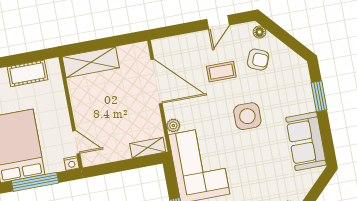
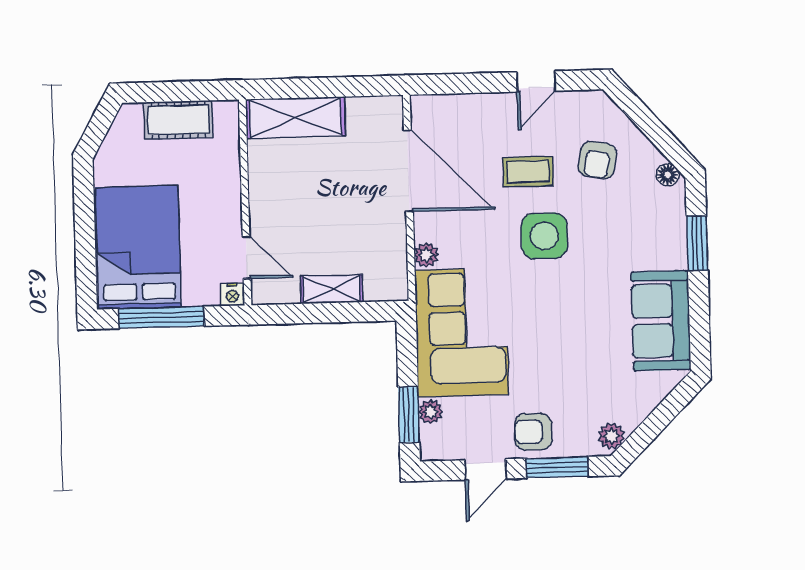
floor lamp: (260, 32) -> (668, 175), moved
armchair: (258, 60) -> (597, 160), turned 77
side table: (247, 116) -> (544, 236), moved
shelving: (148, 148) -> (332, 289), moved

